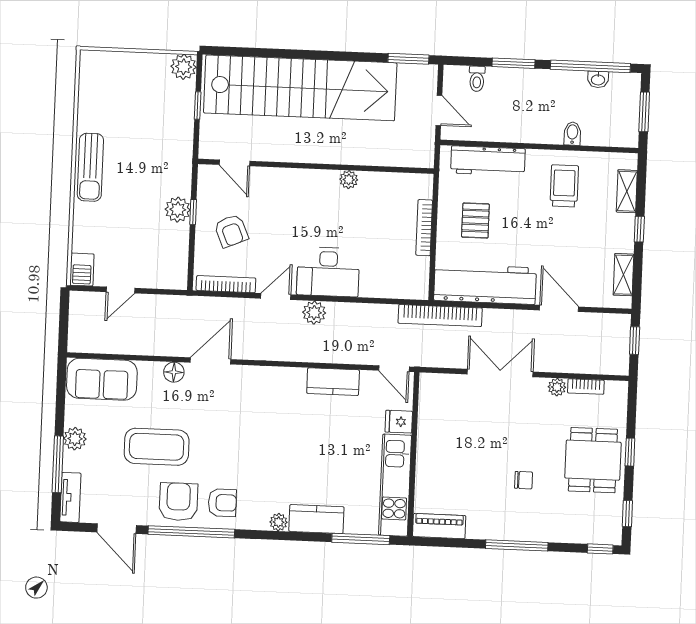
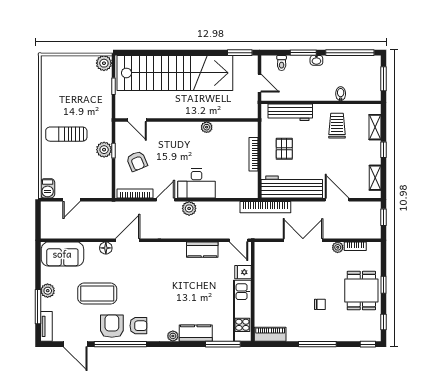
washbasin: (598, 79) -> (316, 60), moved
sun lounger: (90, 167) -> (66, 134), moved, turned 90

